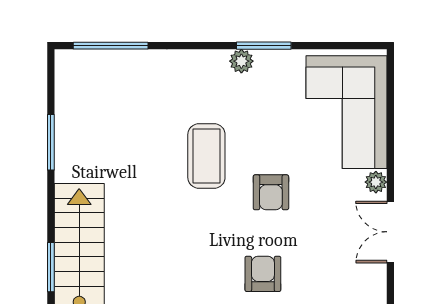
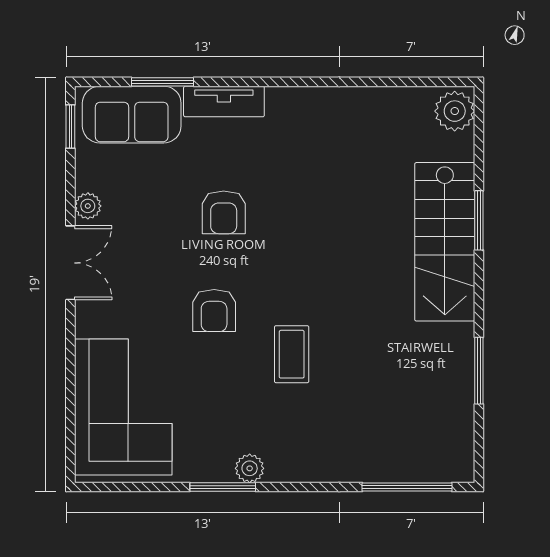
coffee table: (206, 156) -> (292, 354), width x0.73, depth x0.77
plant: (376, 182) -> (88, 206), moved
armchair: (271, 192) -> (214, 311), turned 180

